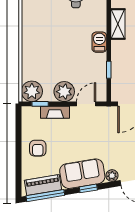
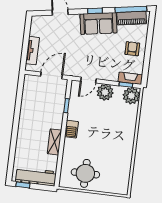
fireplace: (55, 112) -> (130, 78), moved
plant: (112, 176) -> (74, 19), removed

